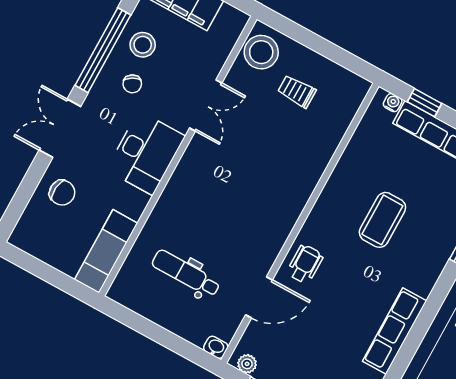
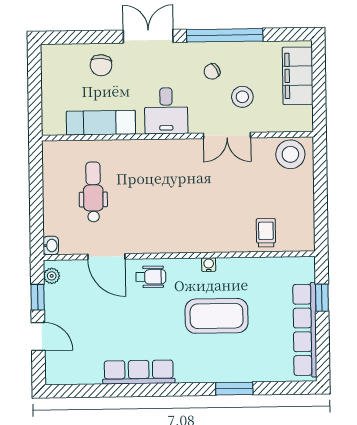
stool: (143, 45) -> (242, 97), moved
trolley: (297, 91) -> (266, 233), moved
water cooler: (393, 103) -> (209, 265), moved, turned -90
desk: (146, 153) -> (166, 111), width x0.73
coffee table: (382, 220) -> (217, 316), width x1.36, depth x1.32
exam couch: (106, 251) -> (101, 123), moved

